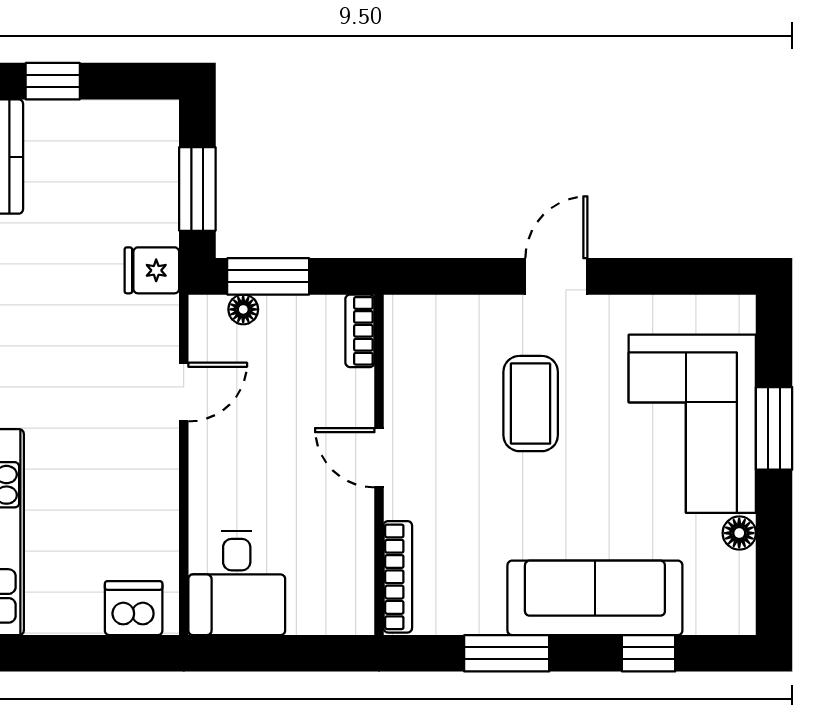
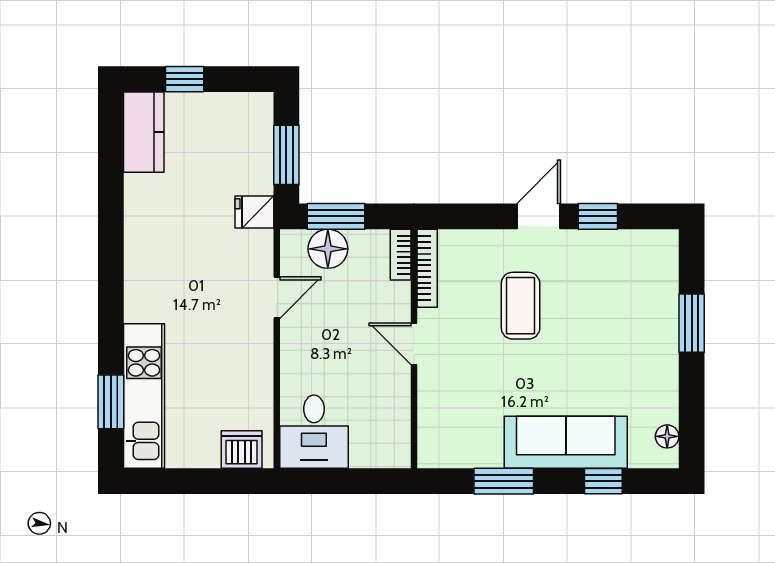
window: (641, 276) -> (598, 216), added
floor lamp: (243, 309) -> (328, 249), width x1.89, depth x1.89
corner sofa: (692, 424) -> (634, 320), removed
floor lamp: (739, 533) -> (667, 436), moved
bookcase: (398, 577) -> (427, 268), moved

